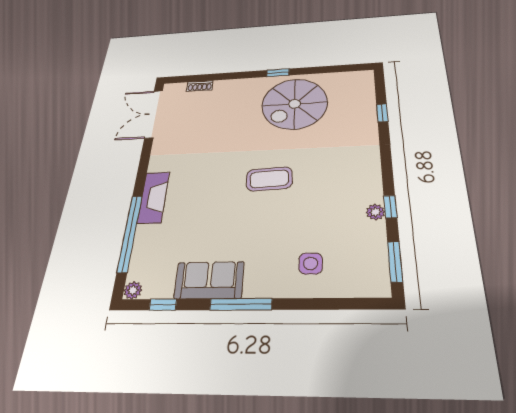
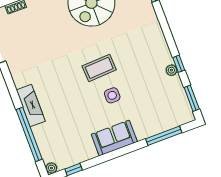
side table: (311, 264) -> (112, 95), moved
sofa: (209, 280) -> (114, 138), moved
window: (241, 304) -> (164, 136), moved

